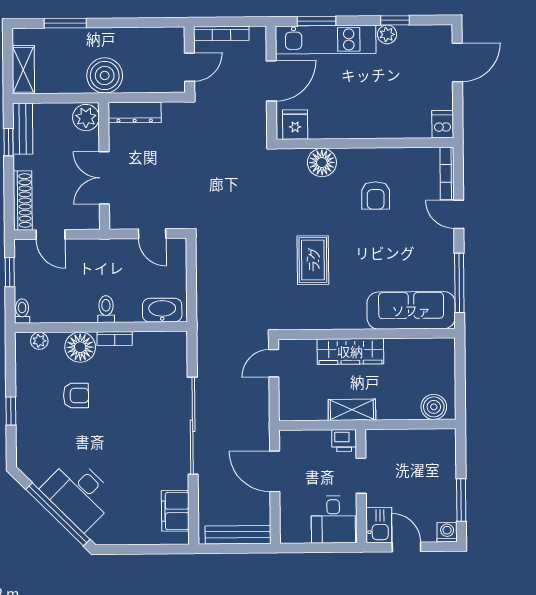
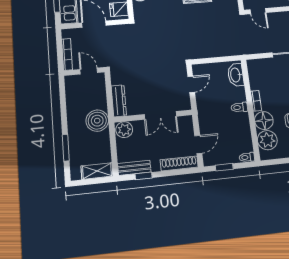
plant: (39, 341) -> (267, 140), width x1.87, depth x1.87

